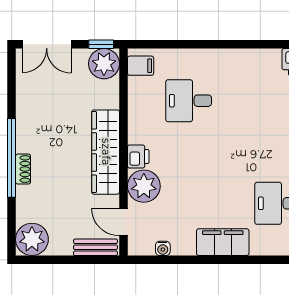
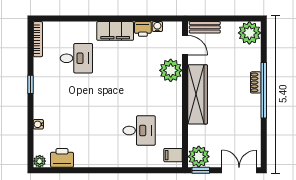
printer: (138, 157) -> (143, 29), moved, turned -90

